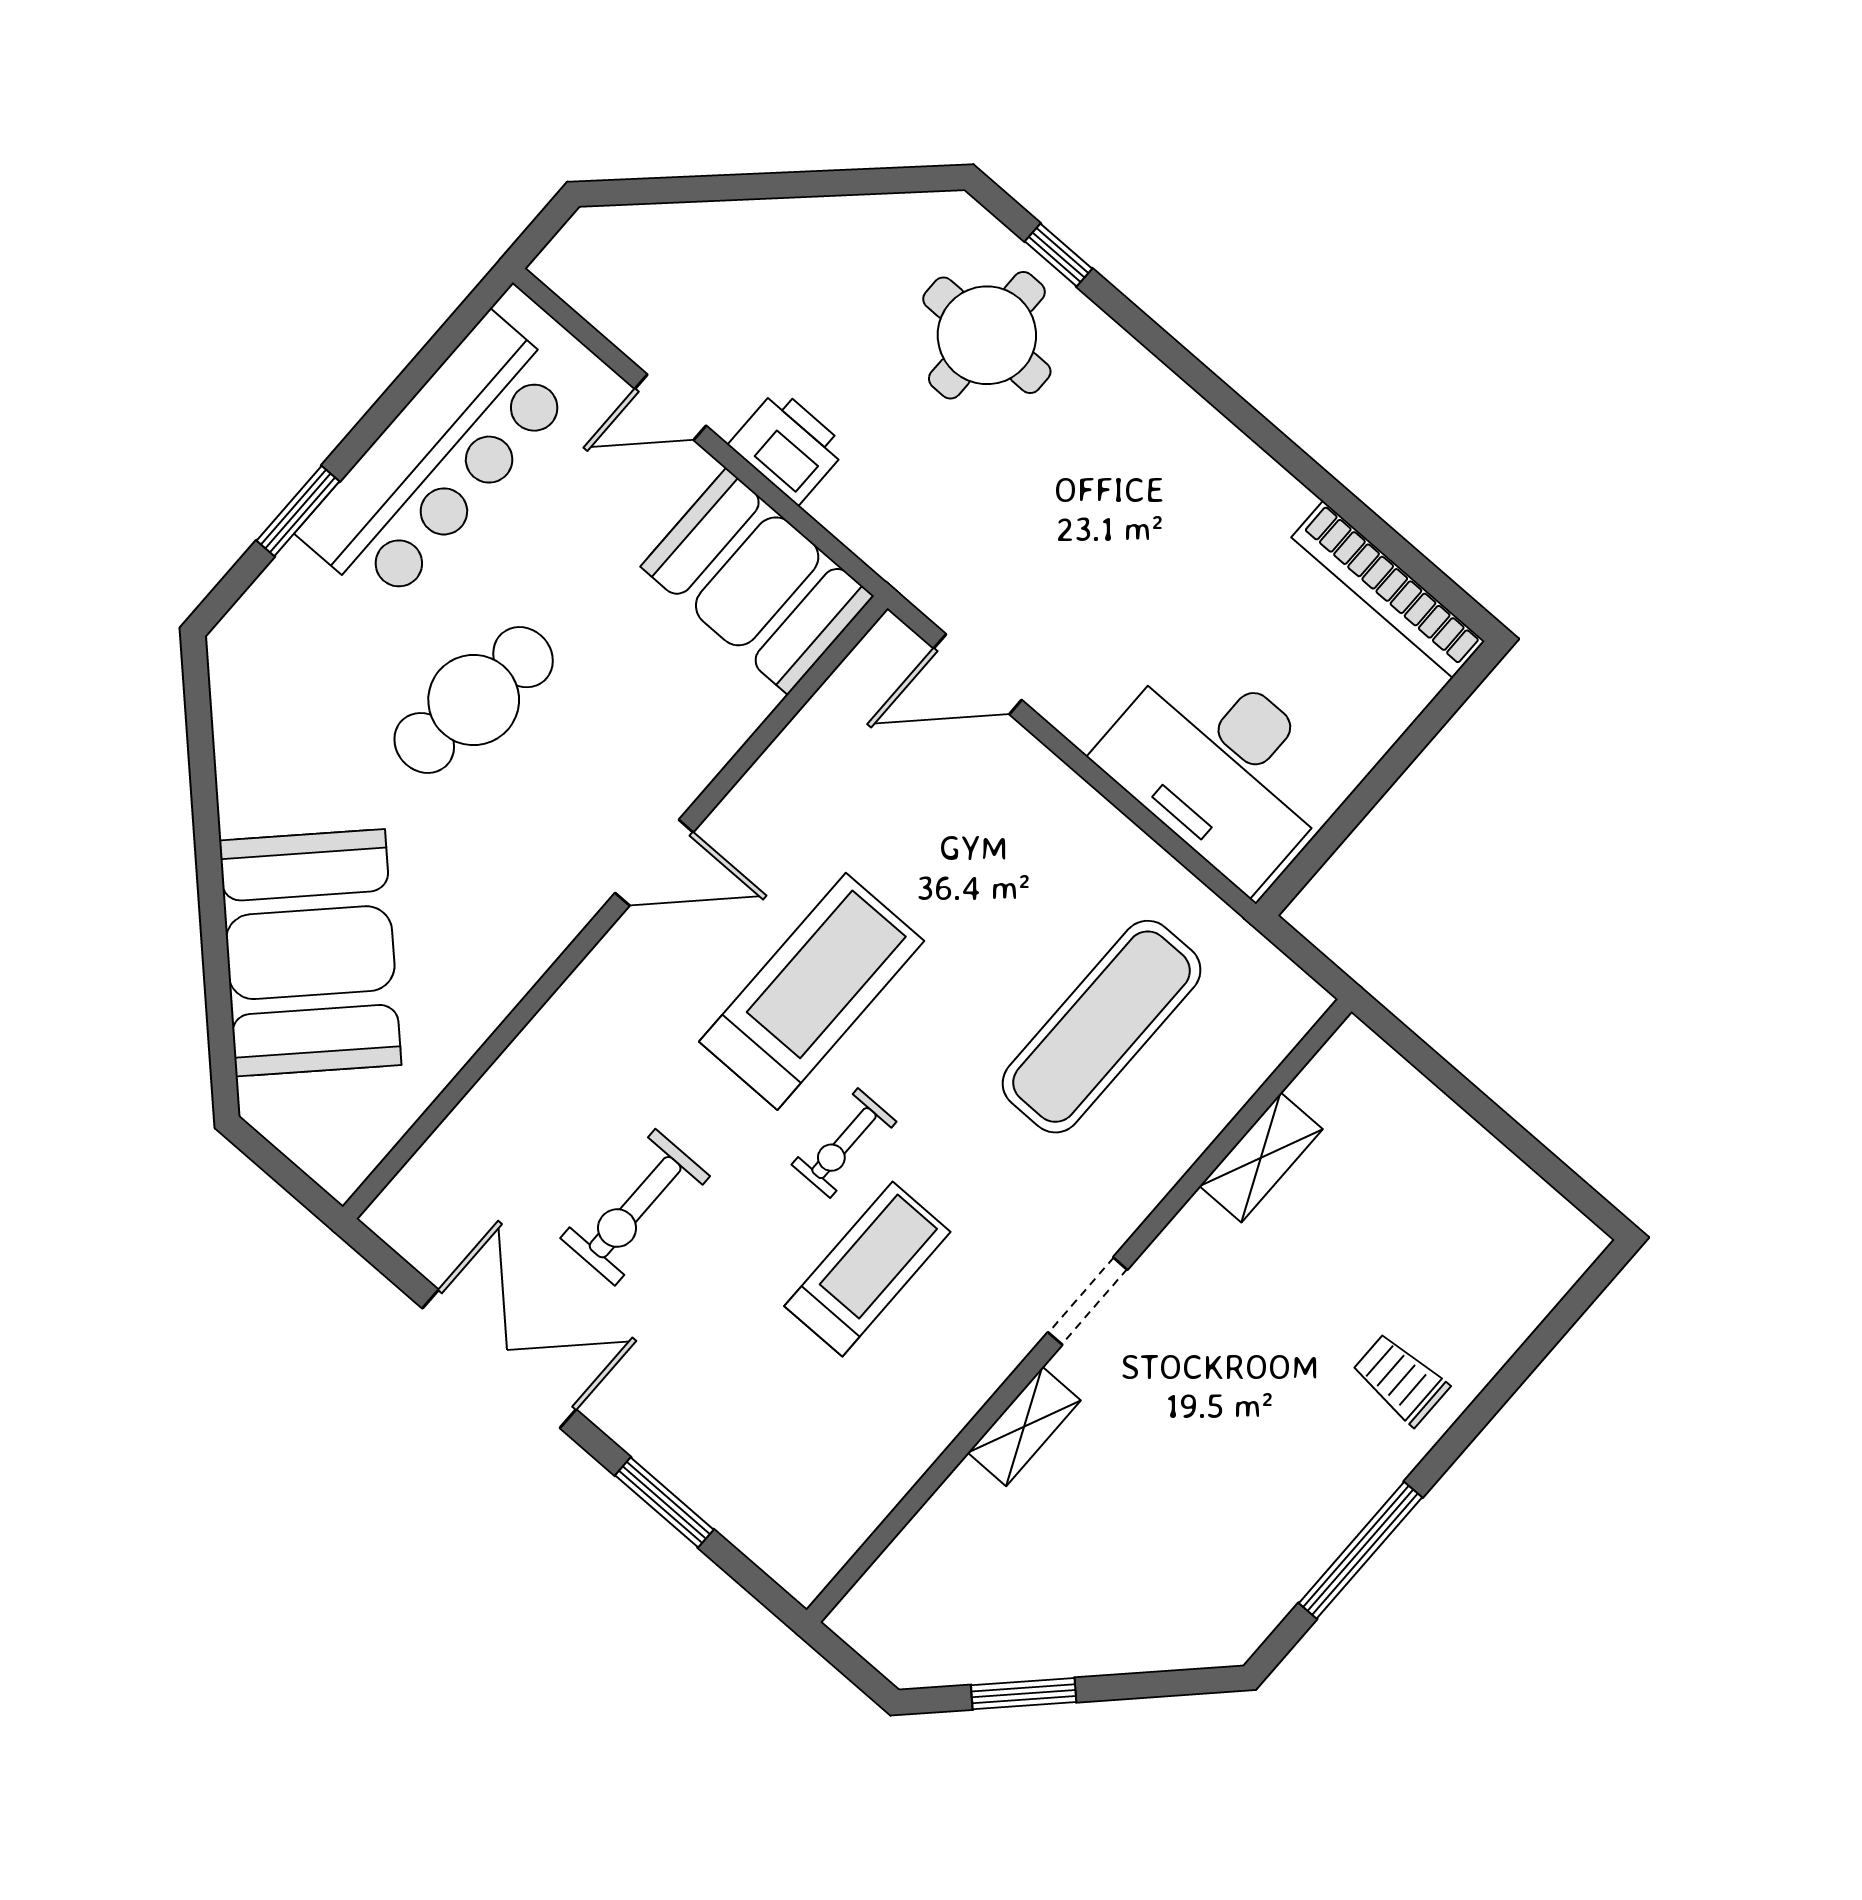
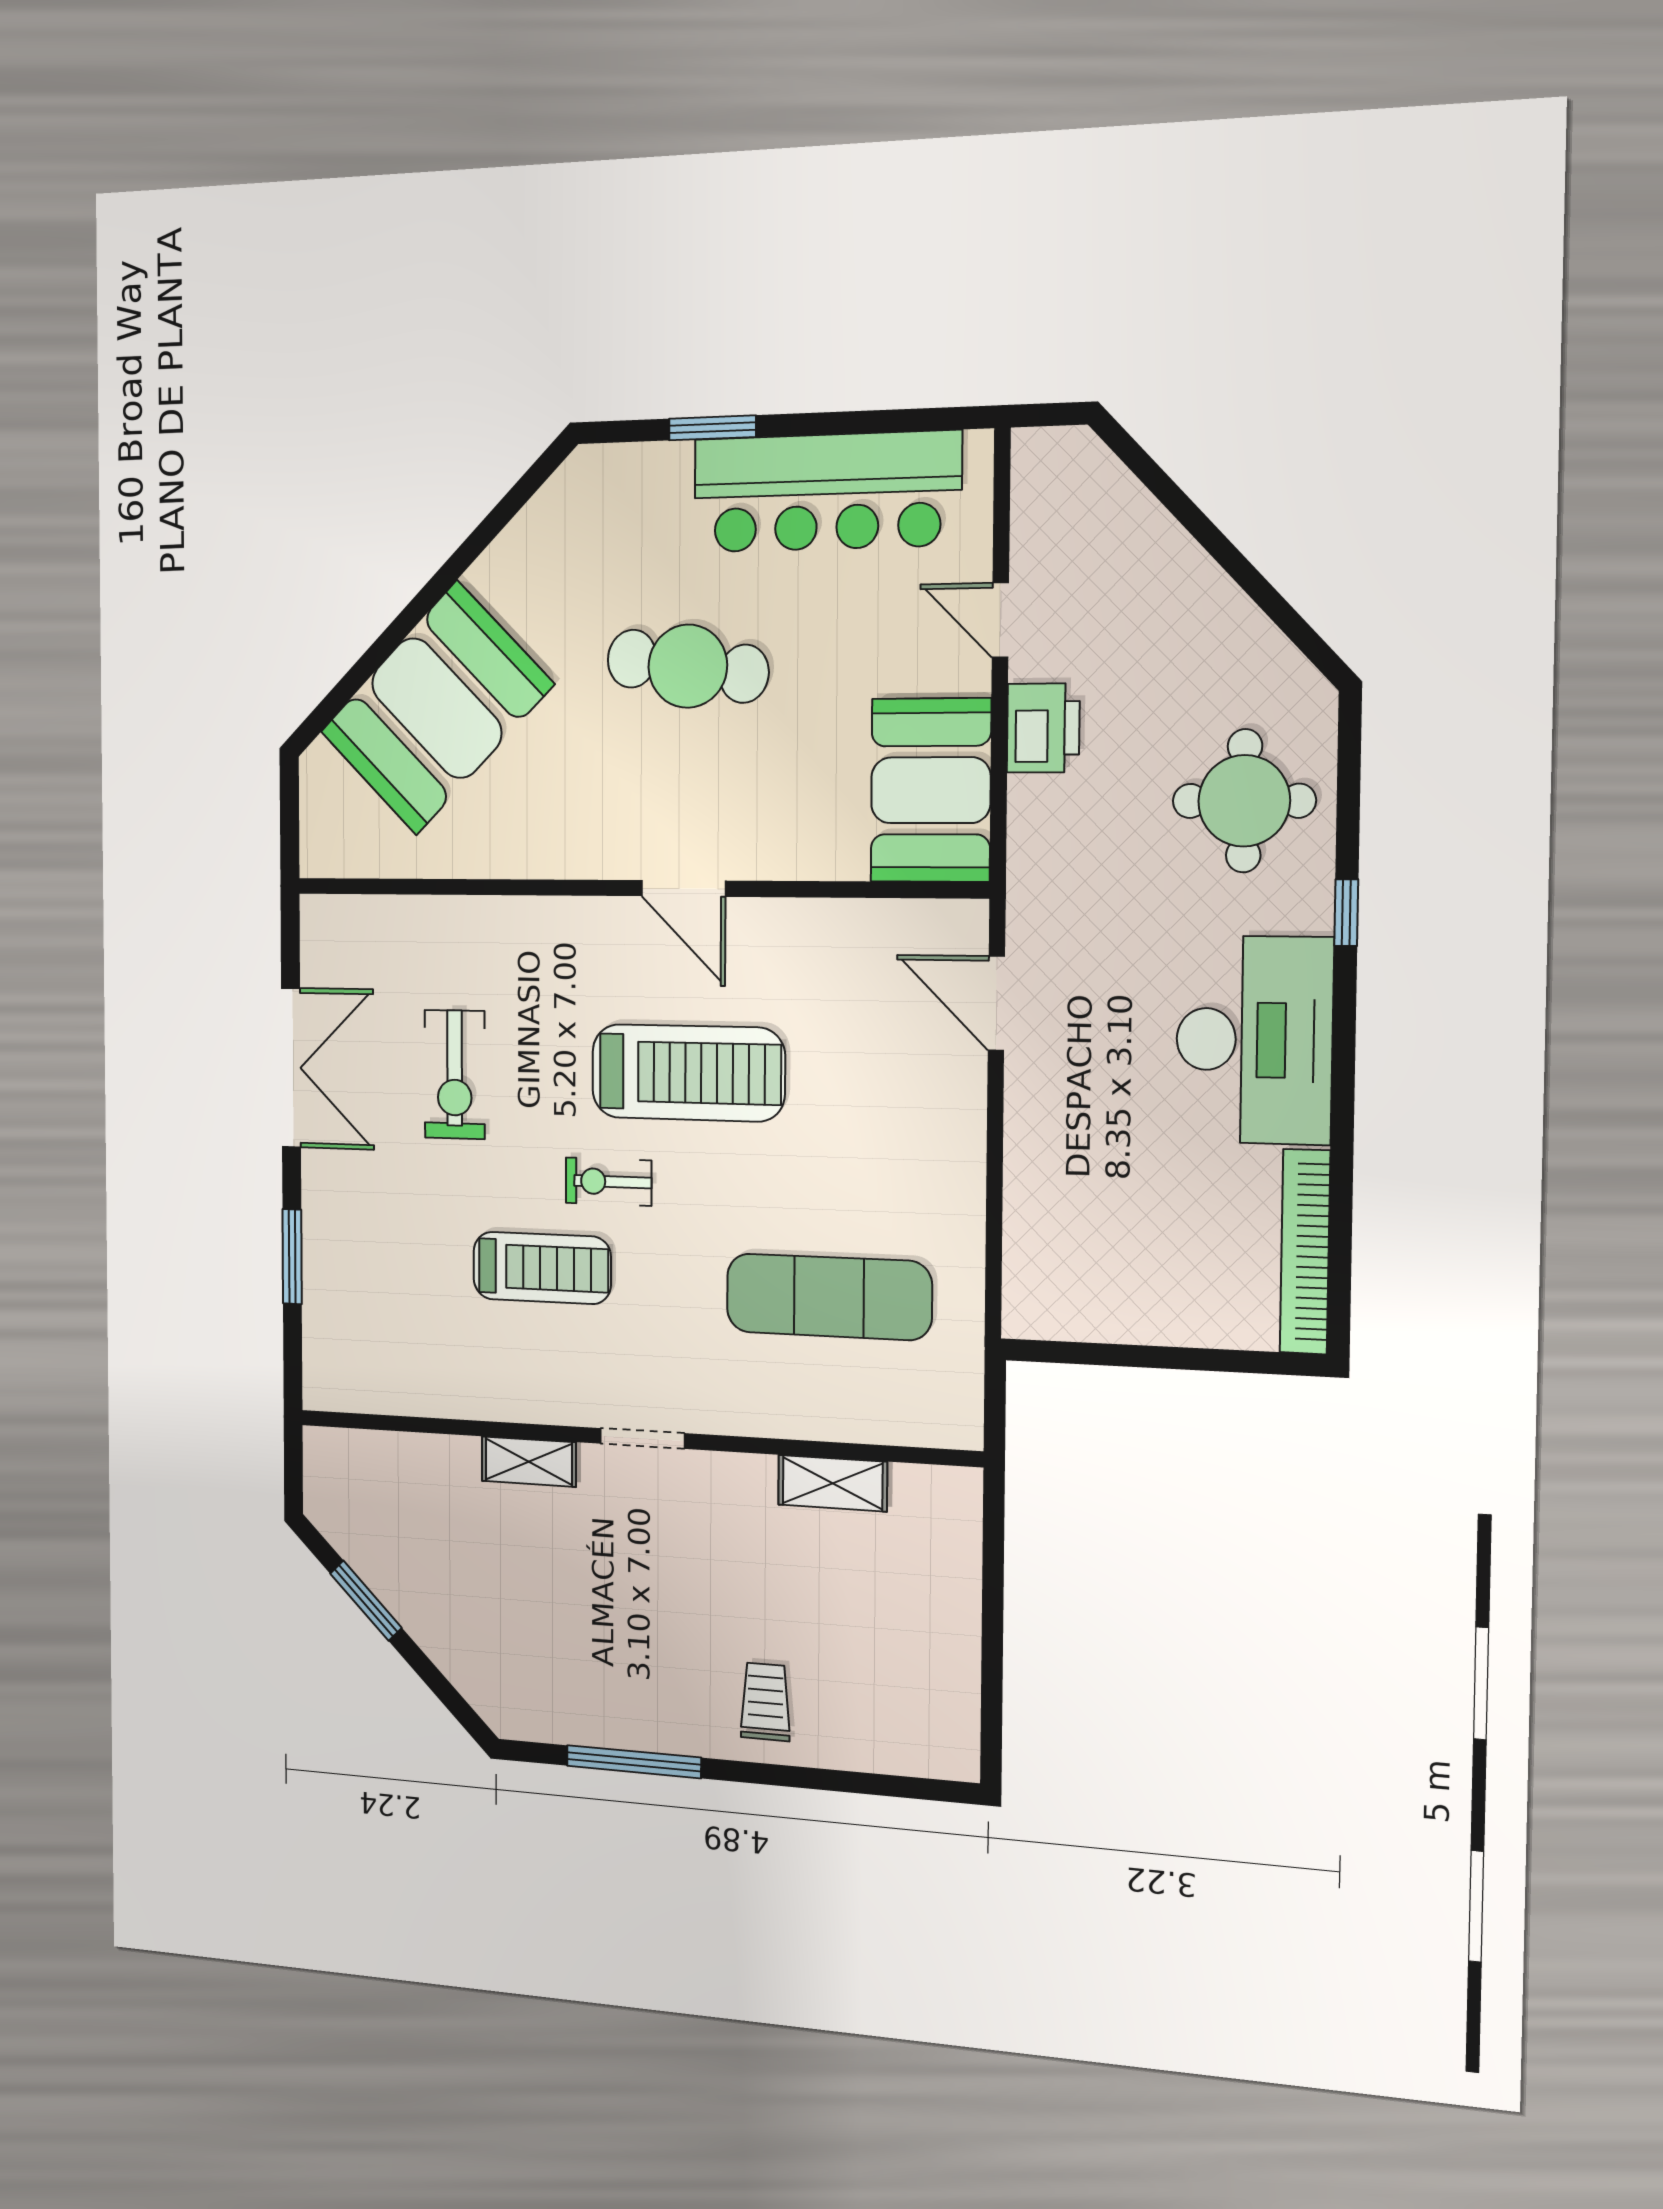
window: (1059, 255) -> (1346, 913), moved
desk: (1221, 767) -> (1254, 1040), moved, turned 180
exercise bike: (635, 1207) -> (455, 1075), turned -90

